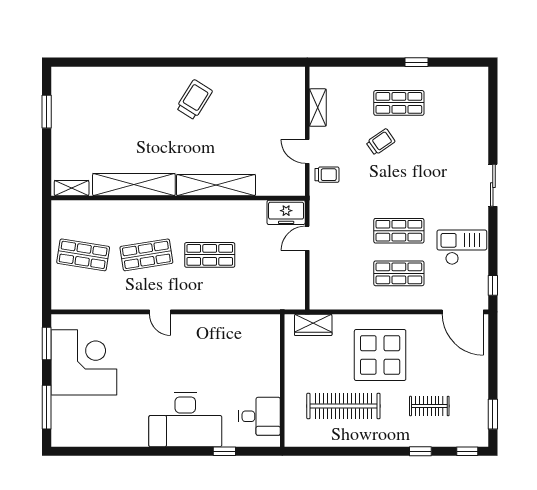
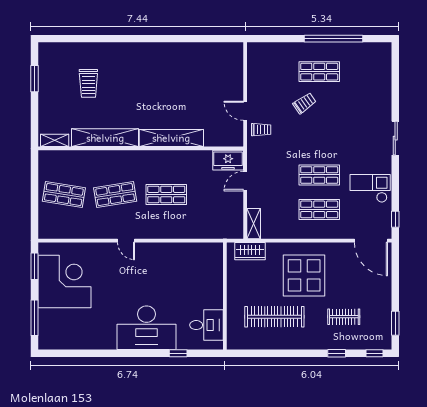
window: (416, 62) -> (333, 39), width x3.17
trolley: (194, 100) -> (88, 83), moved, turned 148
shelving: (318, 108) -> (254, 224), moved

